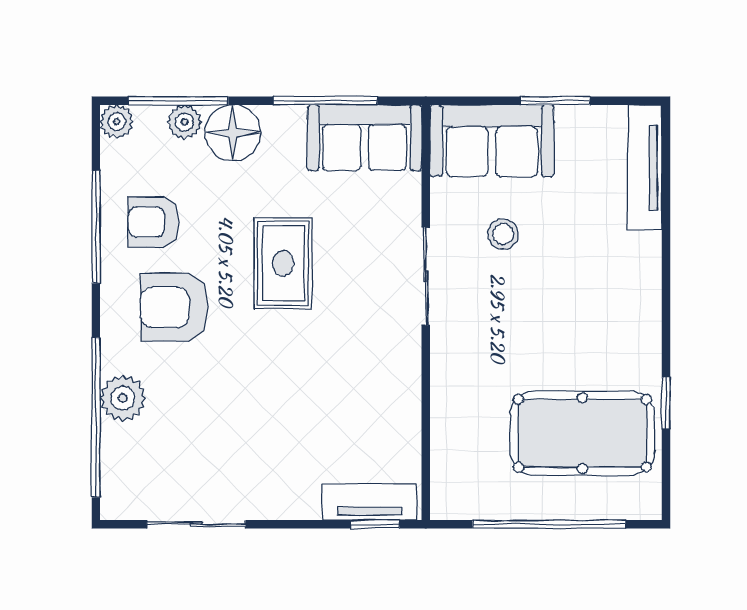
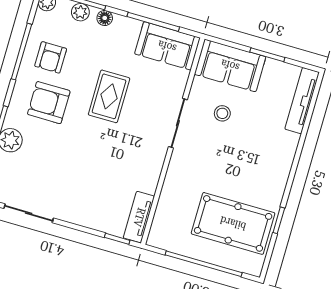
floor lamp: (233, 133) -> (105, 18), width x0.53, depth x0.53
armchair: (153, 222) -> (51, 57), turned -90
tv unit: (369, 502) -> (139, 217), moved, turned -90

